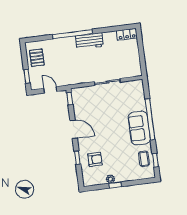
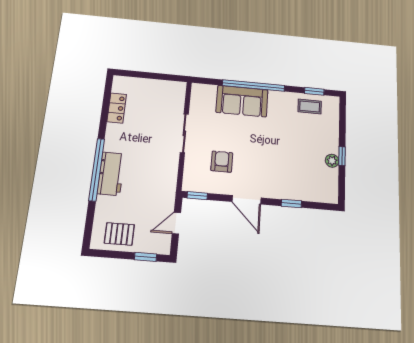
locker: (127, 34) -> (117, 108), moved
workbench: (89, 41) -> (111, 174), moved
sofa: (139, 128) -> (242, 101), moved
door: (74, 129) -> (247, 200), swing flipped
armchair: (95, 159) -> (222, 162), moved

